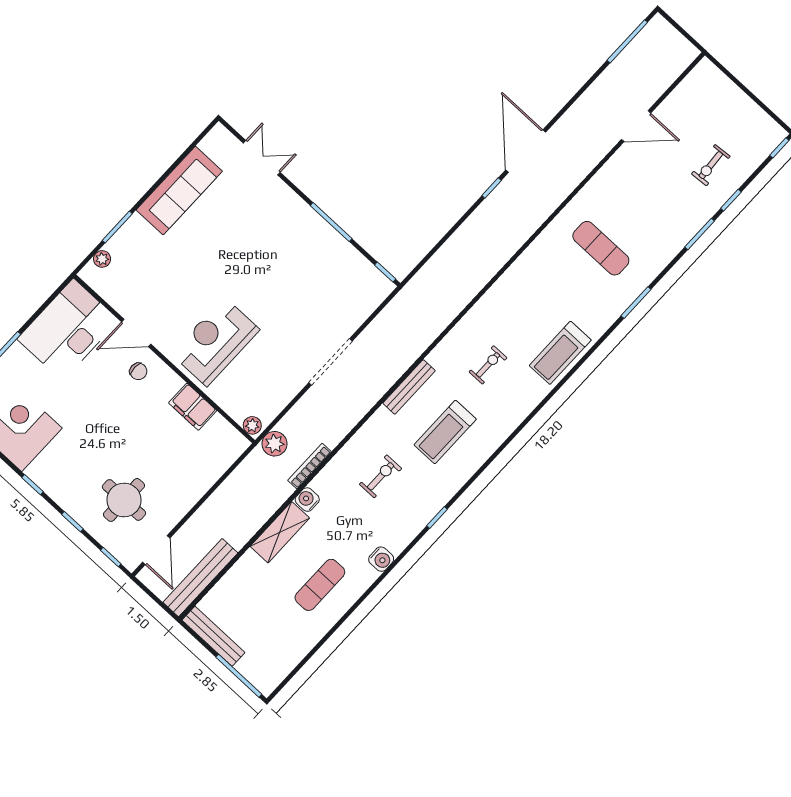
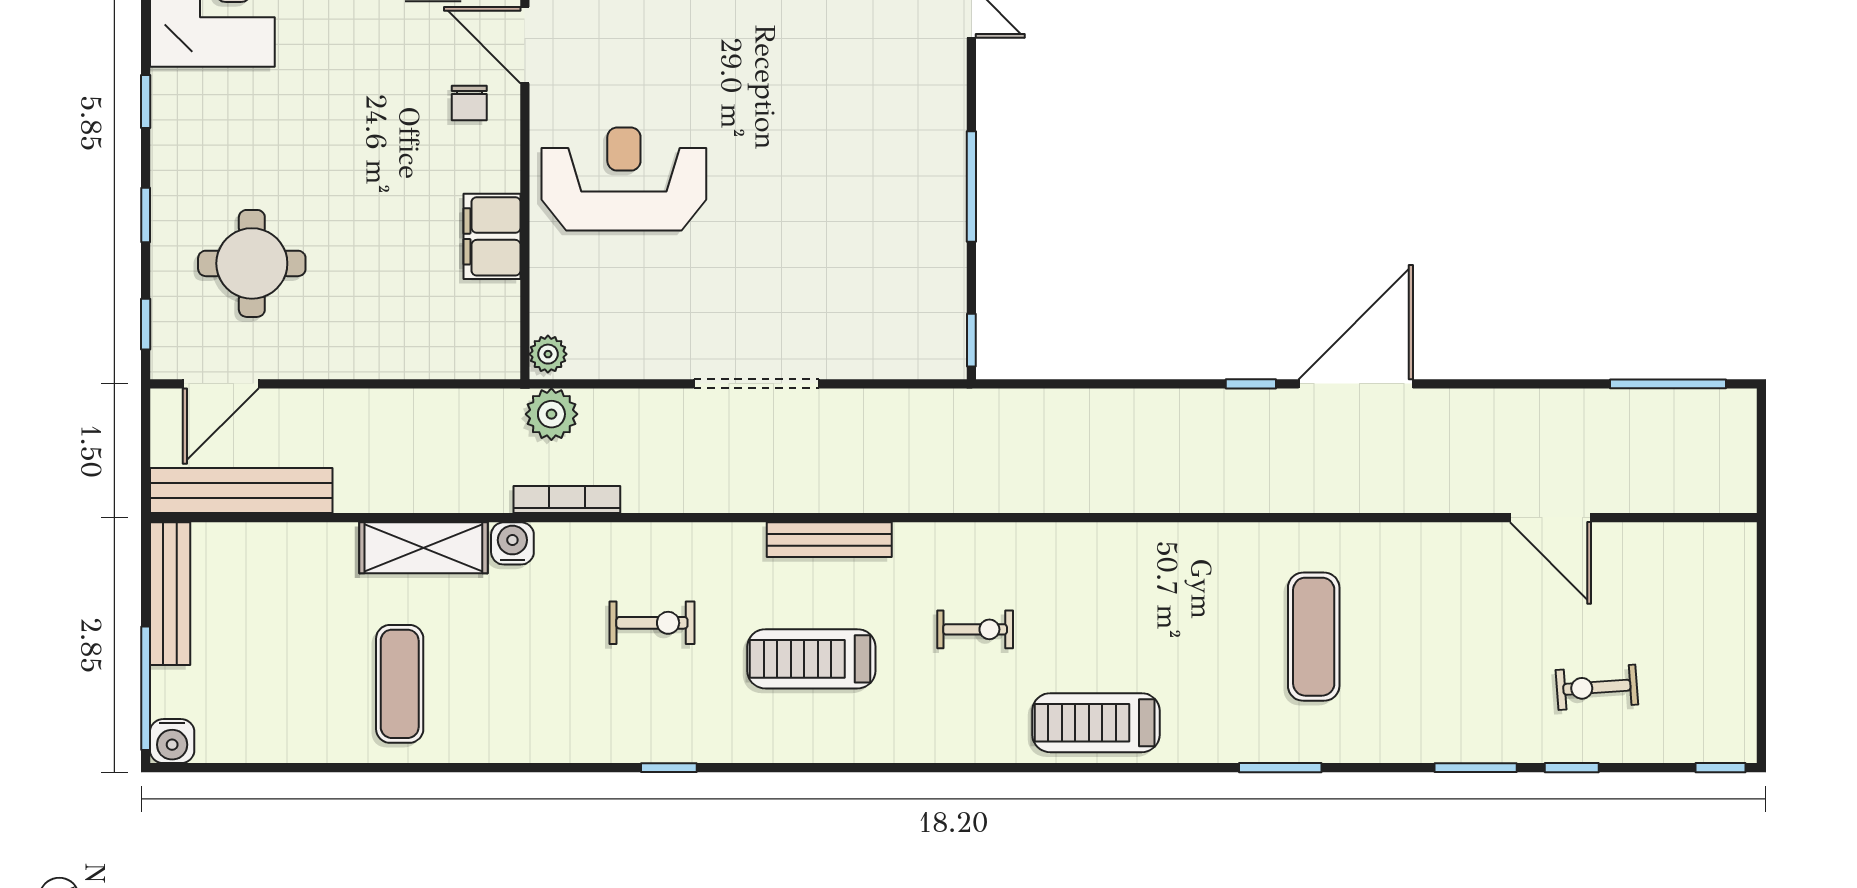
water cooler: (381, 559) -> (172, 741), moved
exercise mat: (320, 585) -> (400, 684), turned 90

